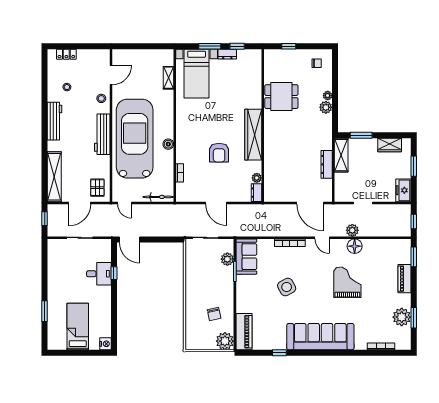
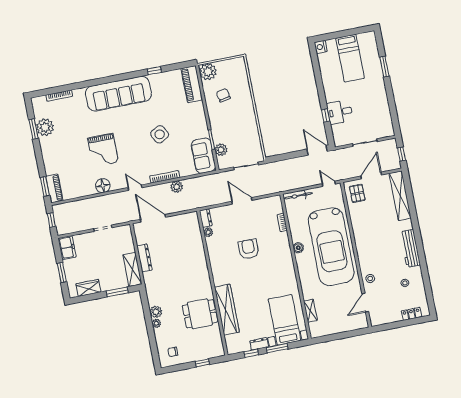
workbench: (102, 134) -> (363, 245), removed
wardrobe: (253, 135) -> (227, 310), moved
plant: (352, 230) -> (177, 187), moved
piano: (404, 279) -> (54, 188), moved

